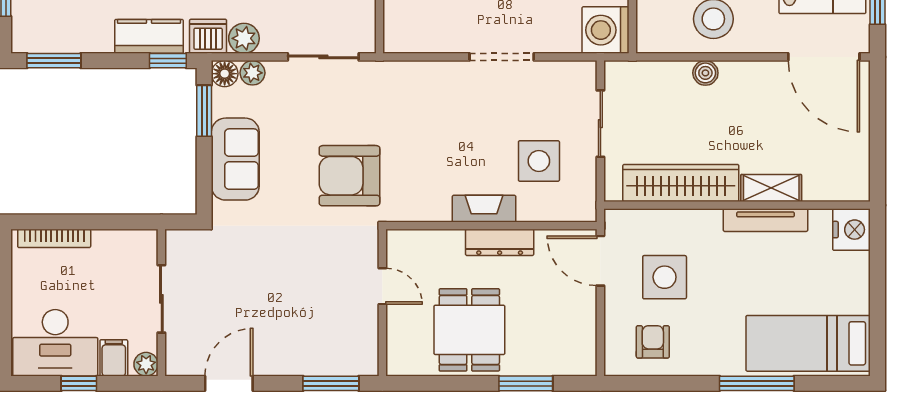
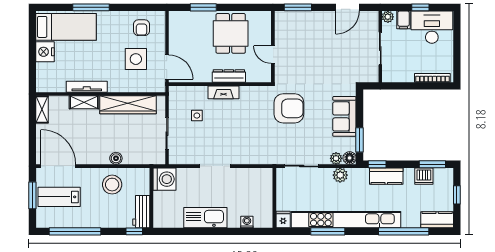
dishwasher: (208, 36) -> (424, 176), moved
side table: (539, 161) -> (197, 116), width x0.54, depth x0.54
shelving: (858, 173) -> (42, 109), added
nightstand: (852, 230) -> (45, 52), moved
dresser: (500, 242) -> (229, 76), moved

